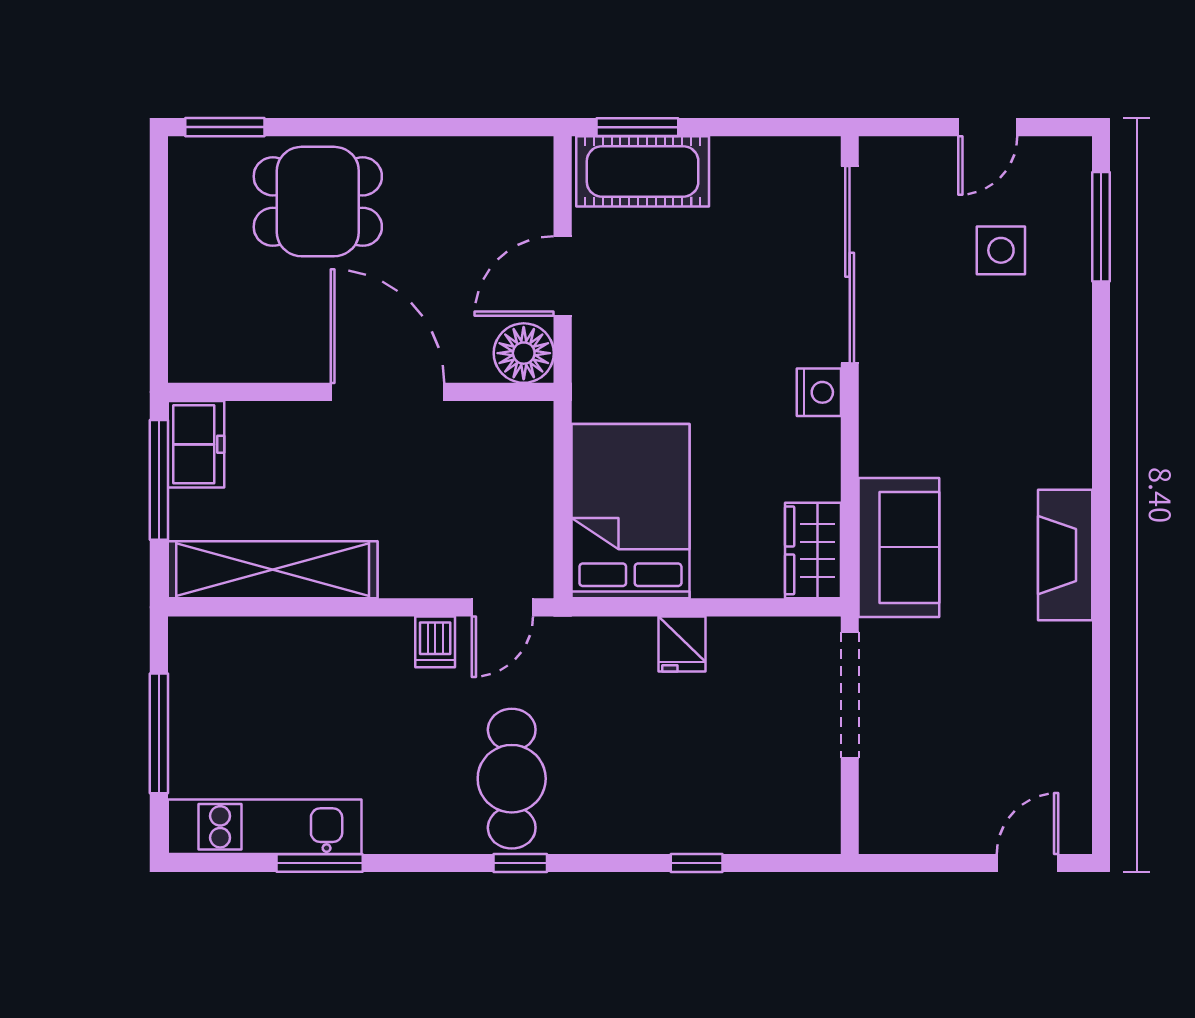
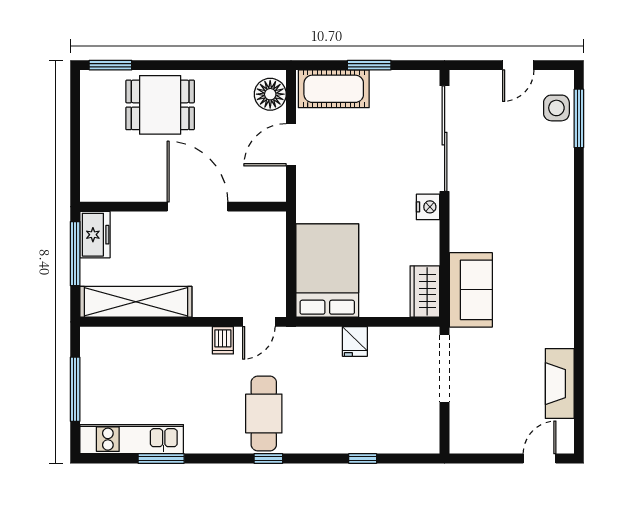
window: (637, 127) -> (369, 65), moved
side table: (1001, 250) -> (556, 108), moved
floor lamp: (524, 353) -> (270, 94), moved
fireplace: (1065, 555) -> (560, 384), moved

